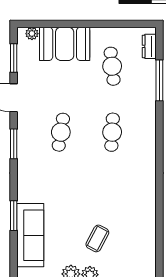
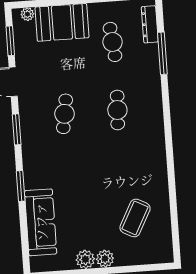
dresser: (149, 46) -> (150, 24), width x1.44
window: (14, 216) -> (21, 186), moved
coffee table: (97, 238) -> (135, 218), moved, width x1.36, depth x1.30

